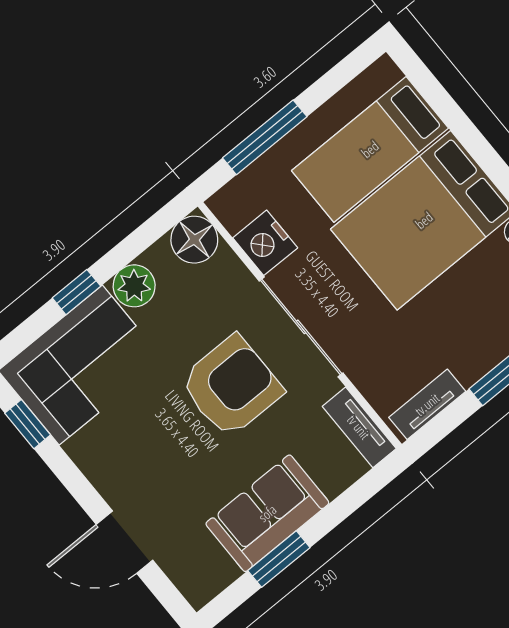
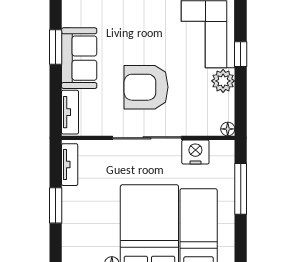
floor lamp: (194, 240) -> (228, 129), width x0.53, depth x0.53
armchair: (231, 386) -> (146, 87), turned 90
tv unit: (359, 427) -> (70, 112), moved, turned 90

